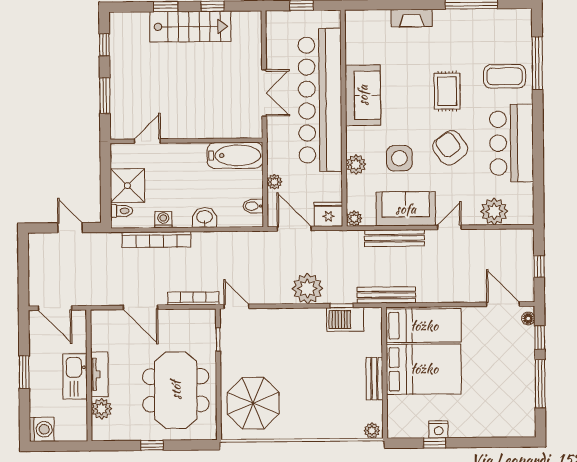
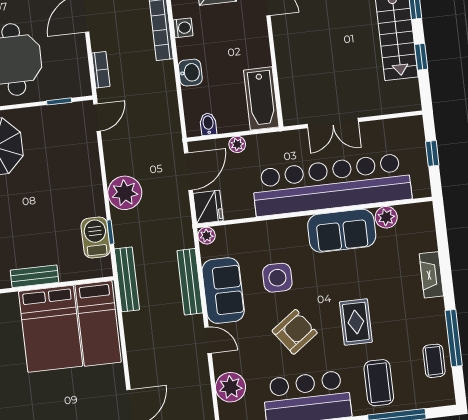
coffee table: (490, 24) -> (434, 361), added
rug: (447, 91) -> (356, 322), turned 90
plant: (356, 164) -> (386, 217), moved
bookcase: (193, 298) -> (101, 70), width x0.64

